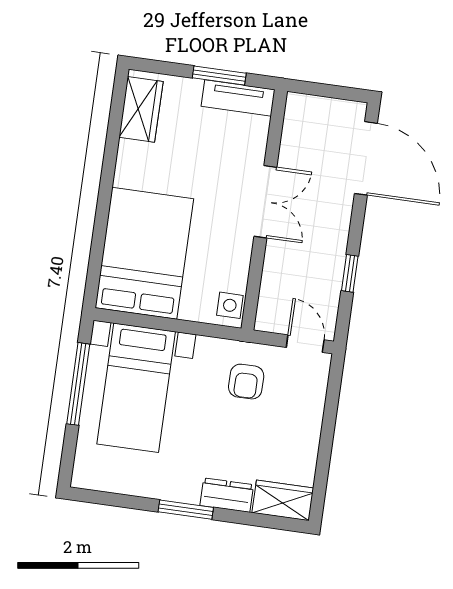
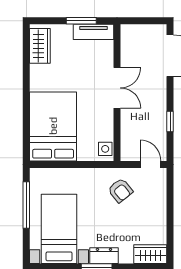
armchair: (246, 382) -> (120, 190), turned -39
bed with nightstands: (136, 388) -> (59, 229), moved, turned 180
dresser: (227, 495) -> (104, 256), moved

